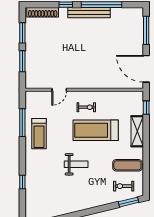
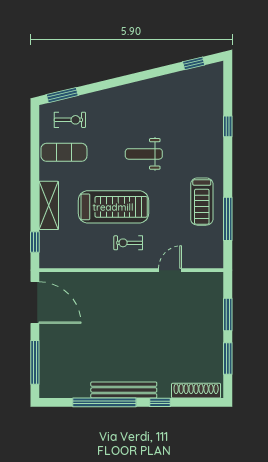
treadmill: (39, 134) -> (202, 202), turned 180

